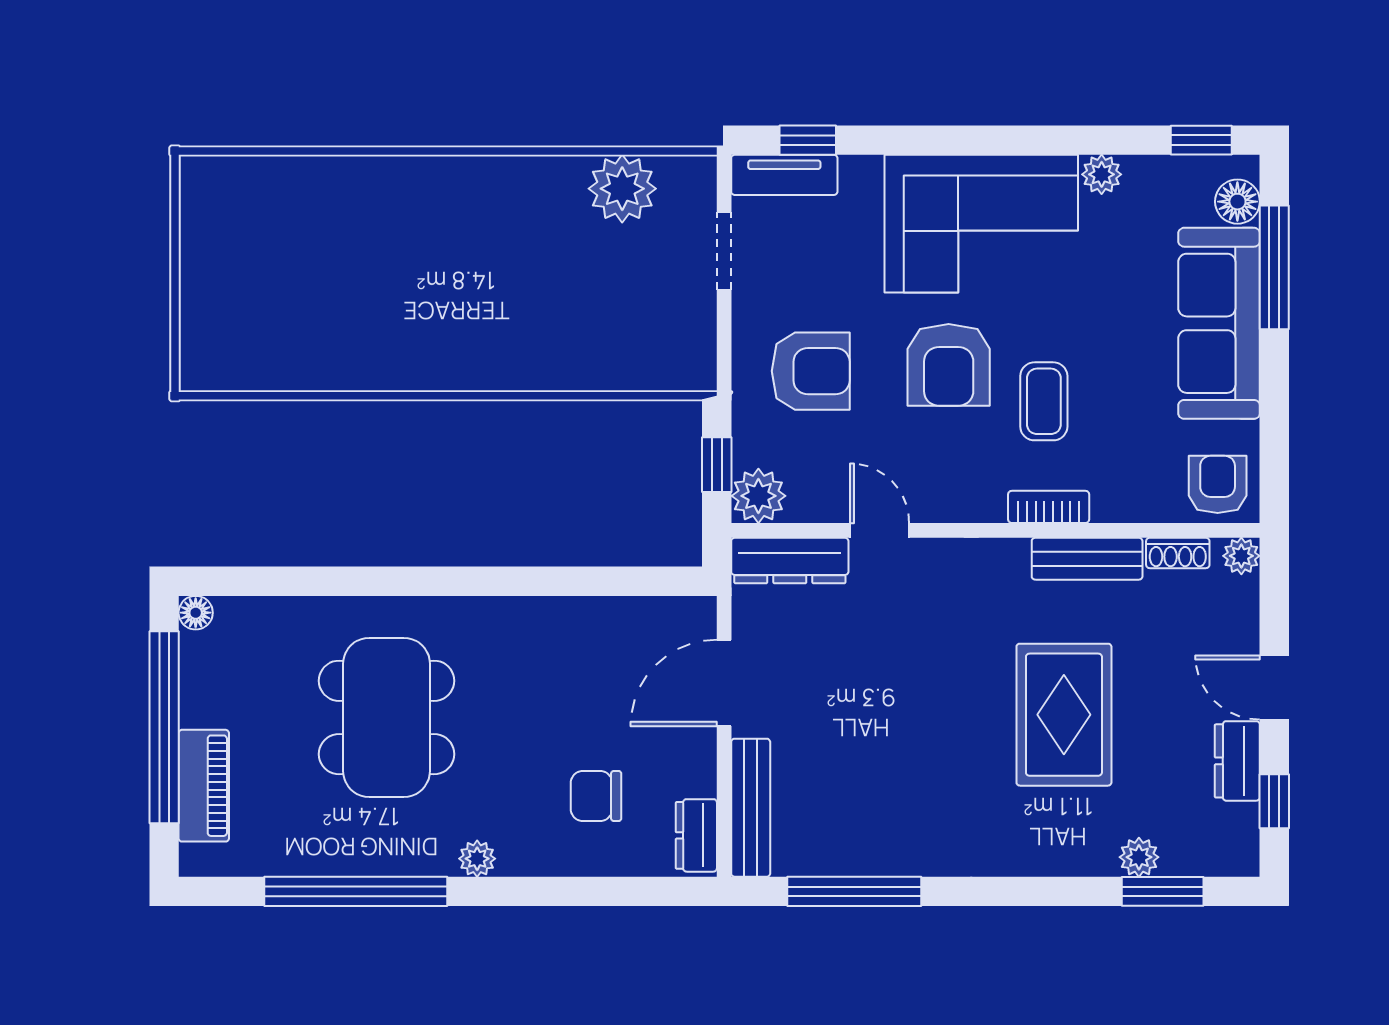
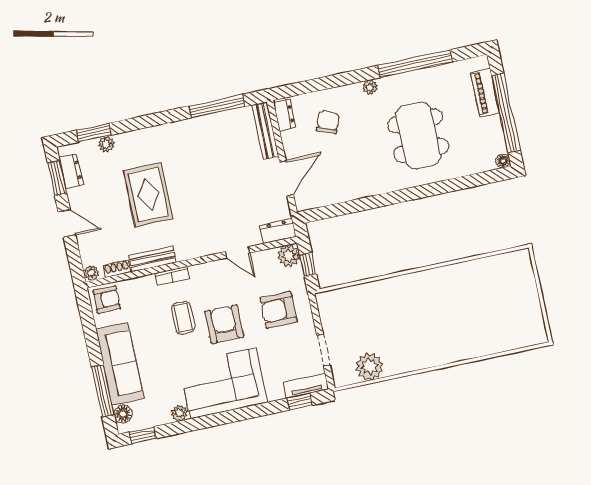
armchair: (1218, 484) -> (107, 299), turned -90
dresser: (790, 560) -> (278, 231), width x0.70
dresser: (1237, 761) -> (71, 171), moved
chair: (596, 796) -> (328, 122), turned -68
window: (1274, 801) -> (57, 178), width x1.50

